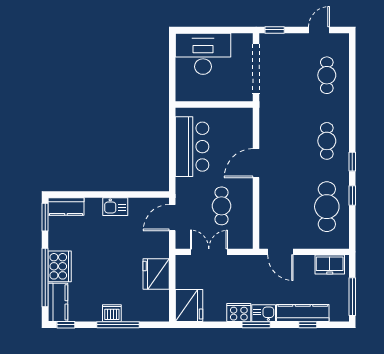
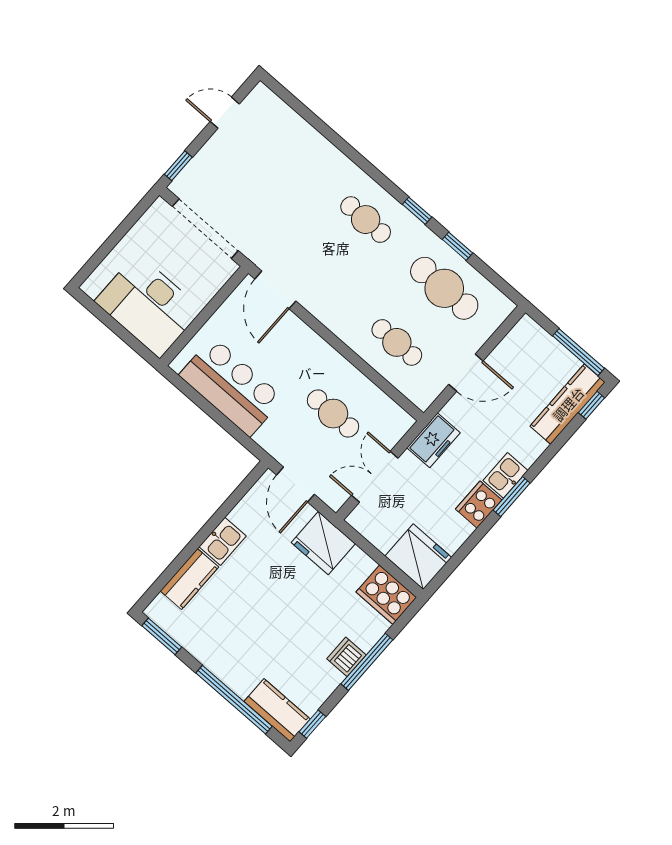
door: (319, 30) -> (225, 113), hinge flipped
desk: (203, 54) -> (148, 306), moved, turned -90
cafe table: (327, 75) -> (397, 342), moved
door: (256, 163) -> (275, 290), moved
kitchen counter: (66, 206) -> (189, 579), moved
door: (280, 252) -> (466, 373), moved
freezer: (330, 265) -> (433, 440), moved
cooker: (60, 266) -> (386, 595), moved, turned 180
fridge: (156, 274) -> (323, 543), moved
kitchen counter: (303, 313) -> (568, 404), moved
window: (308, 325) -> (591, 405), moved

